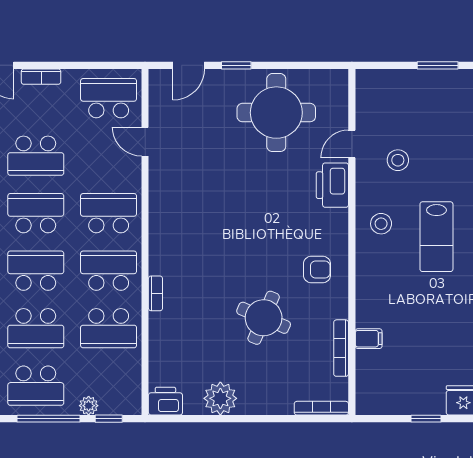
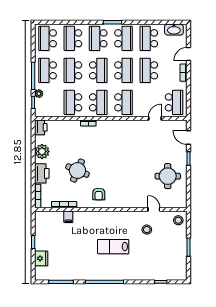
round table: (276, 113) -> (168, 176), width x0.73, depth x0.73
printer: (332, 185) -> (42, 173), moved, turned 90
stool: (381, 224) -> (178, 220), moved

